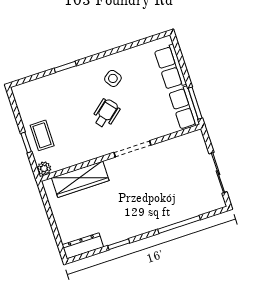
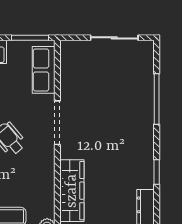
row of seats: (184, 108) -> (44, 70), moved, turned 90

